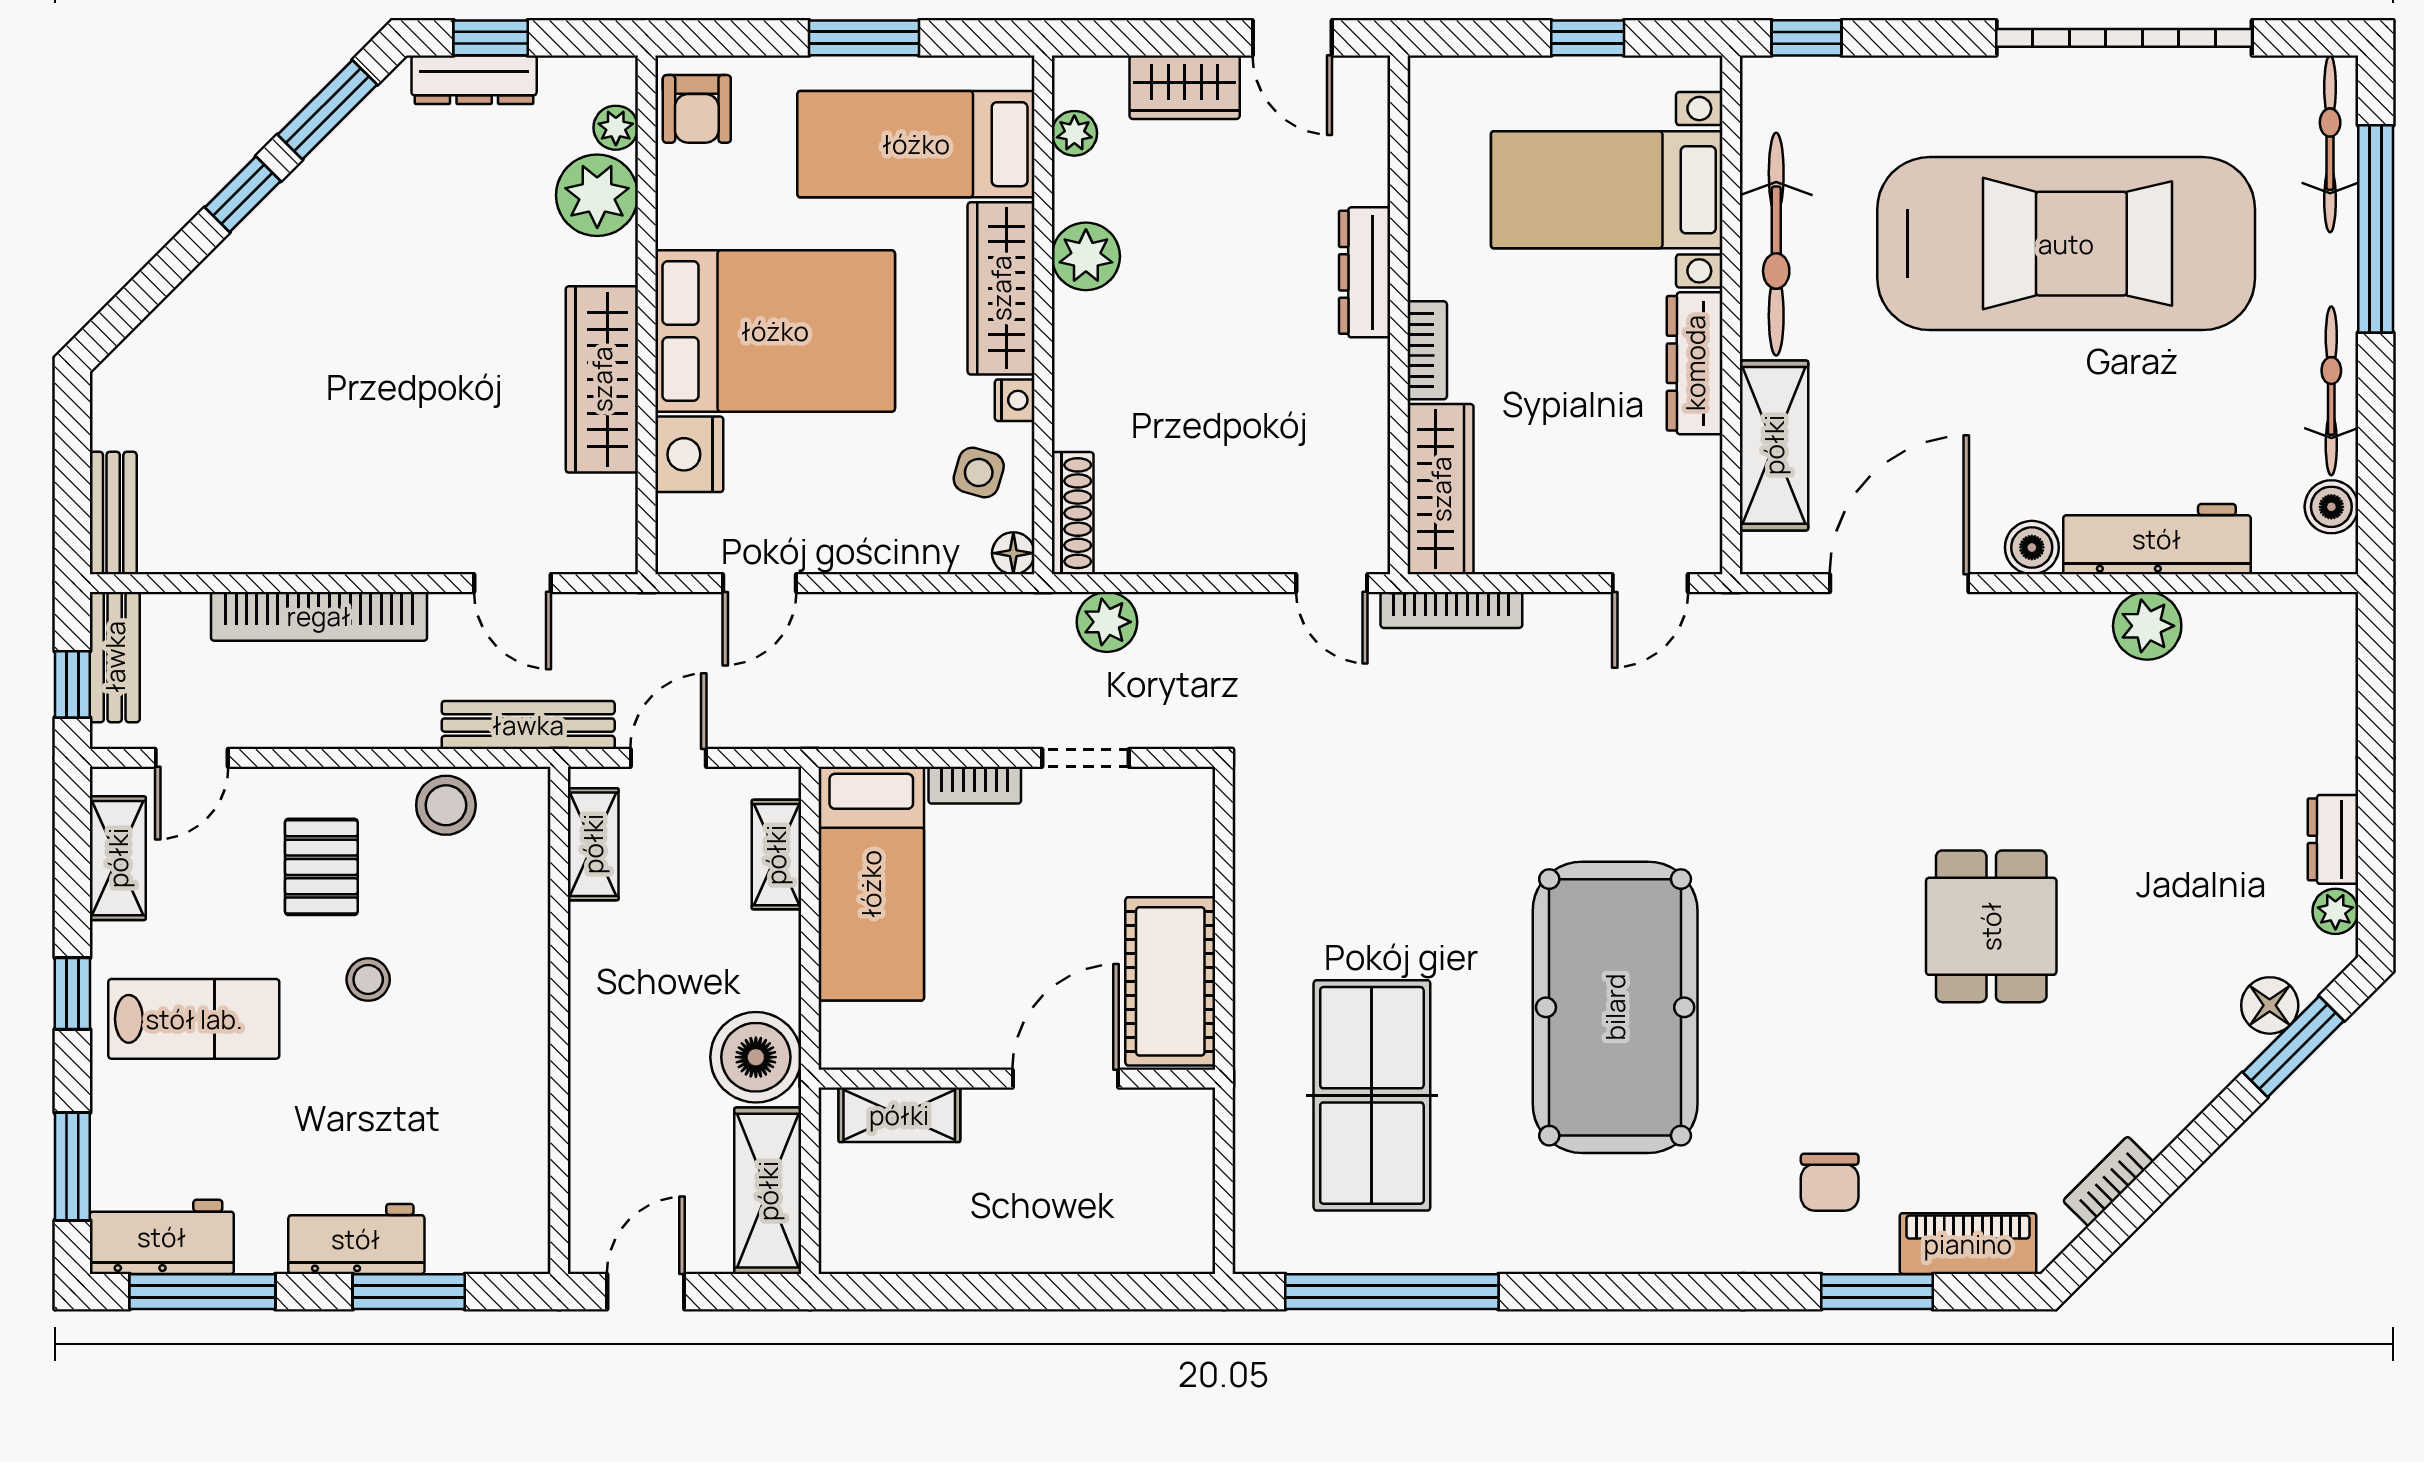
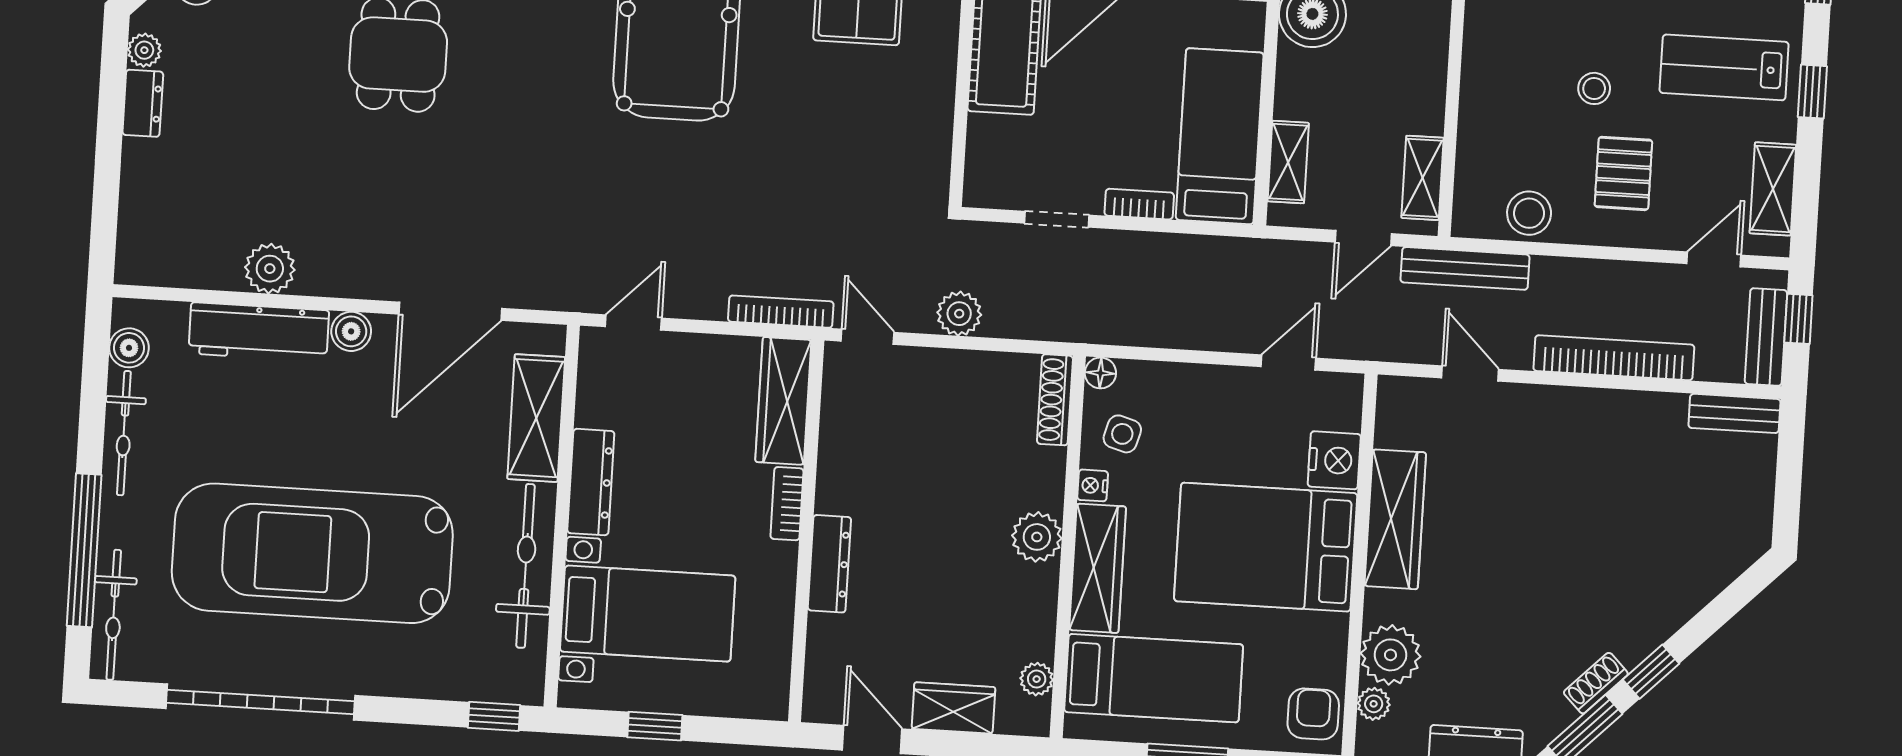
shoe rack: (316, 174) -> (1596, 683), added
plant: (1086, 256) -> (1037, 537), moved
bench: (113, 513) -> (1734, 413), moved, turned 90
plant: (1107, 622) -> (959, 314), moved

